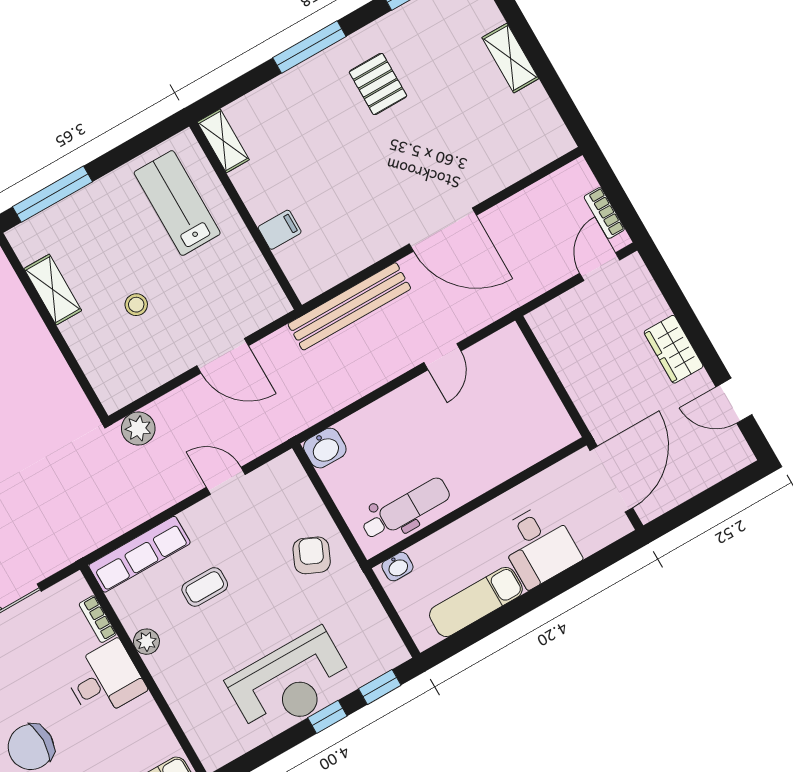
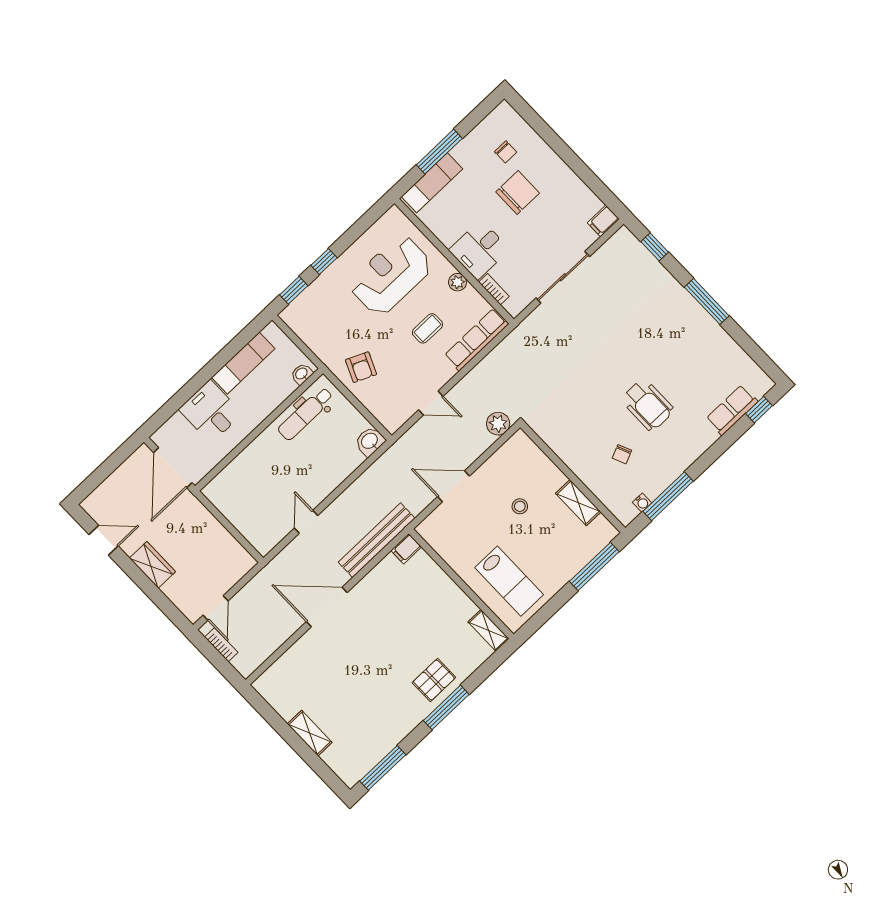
pallet: (378, 84) -> (434, 680), moved, turned 90
filing cabinet: (280, 230) -> (406, 549), moved
reception desk: (291, 683) -> (391, 275), moved

